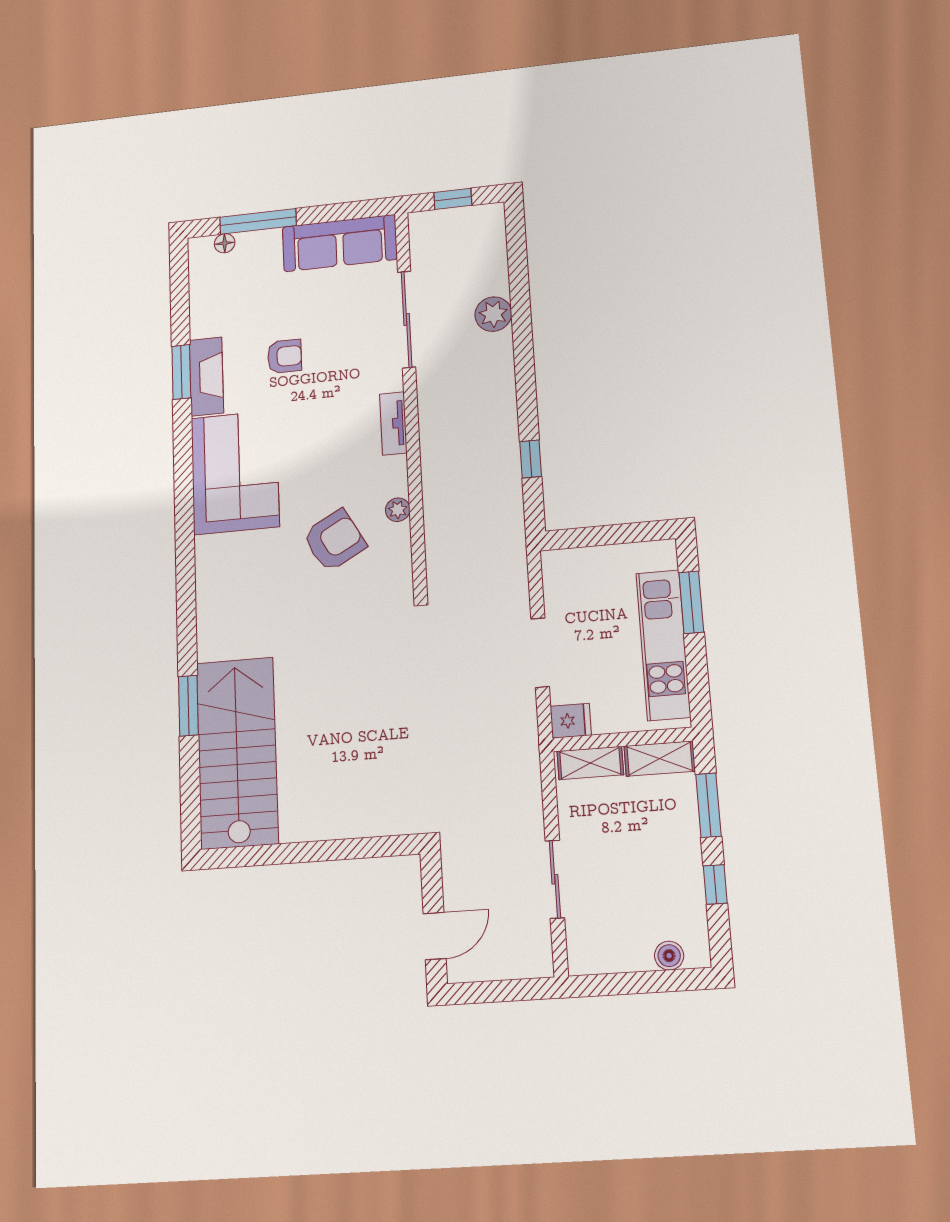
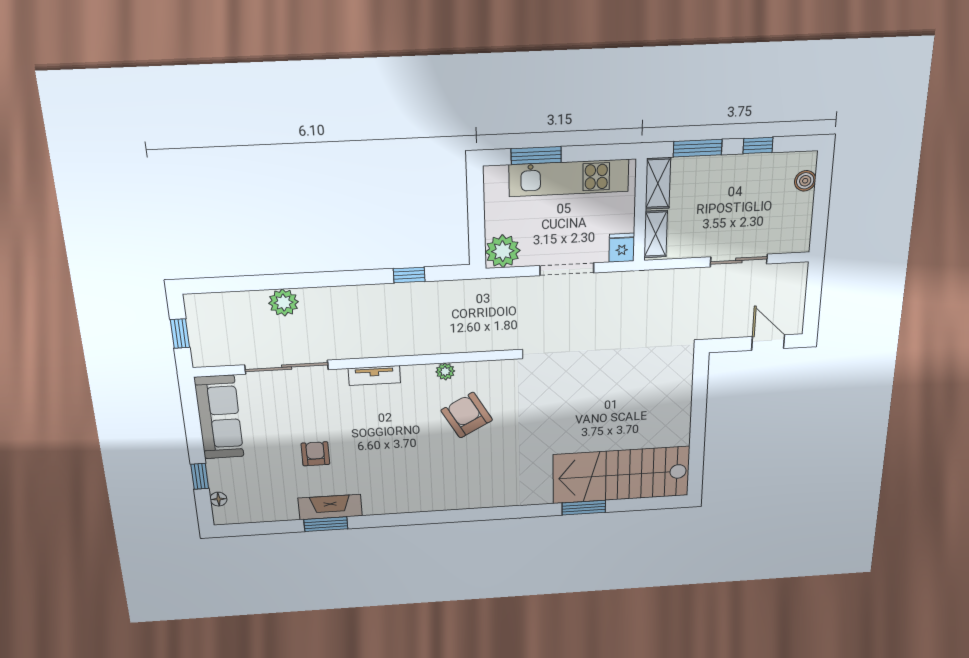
window: (258, 221) -> (200, 476), width x0.46
corner sofa: (235, 472) -> (408, 485), removed
plant: (564, 570) -> (503, 251), added

